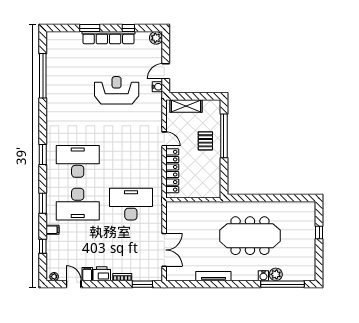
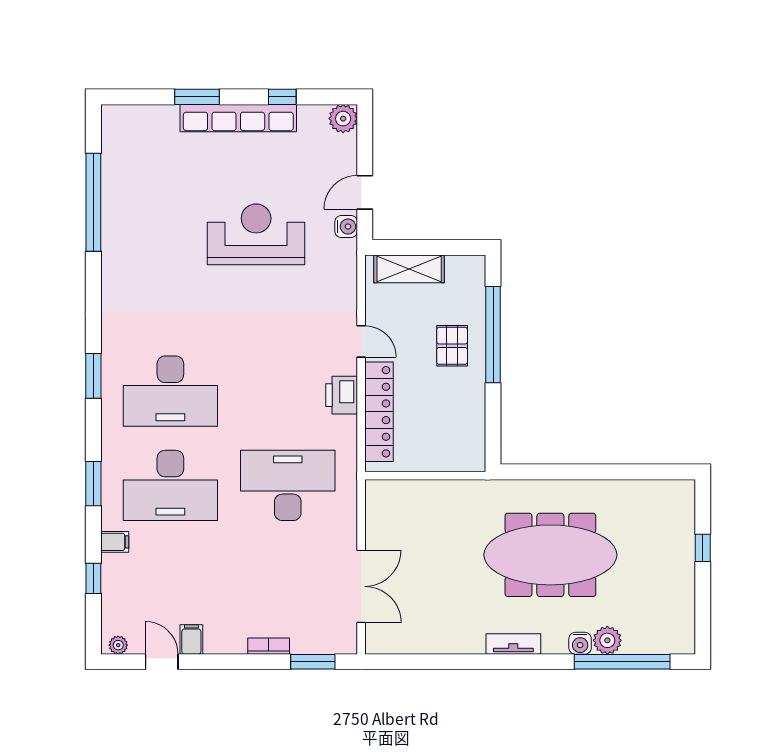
desk: (78, 161) -> (170, 391), turned 180
printer: (102, 274) -> (342, 395), moved, turned -90
tv unit: (213, 276) -> (513, 644), moved, width x0.71

